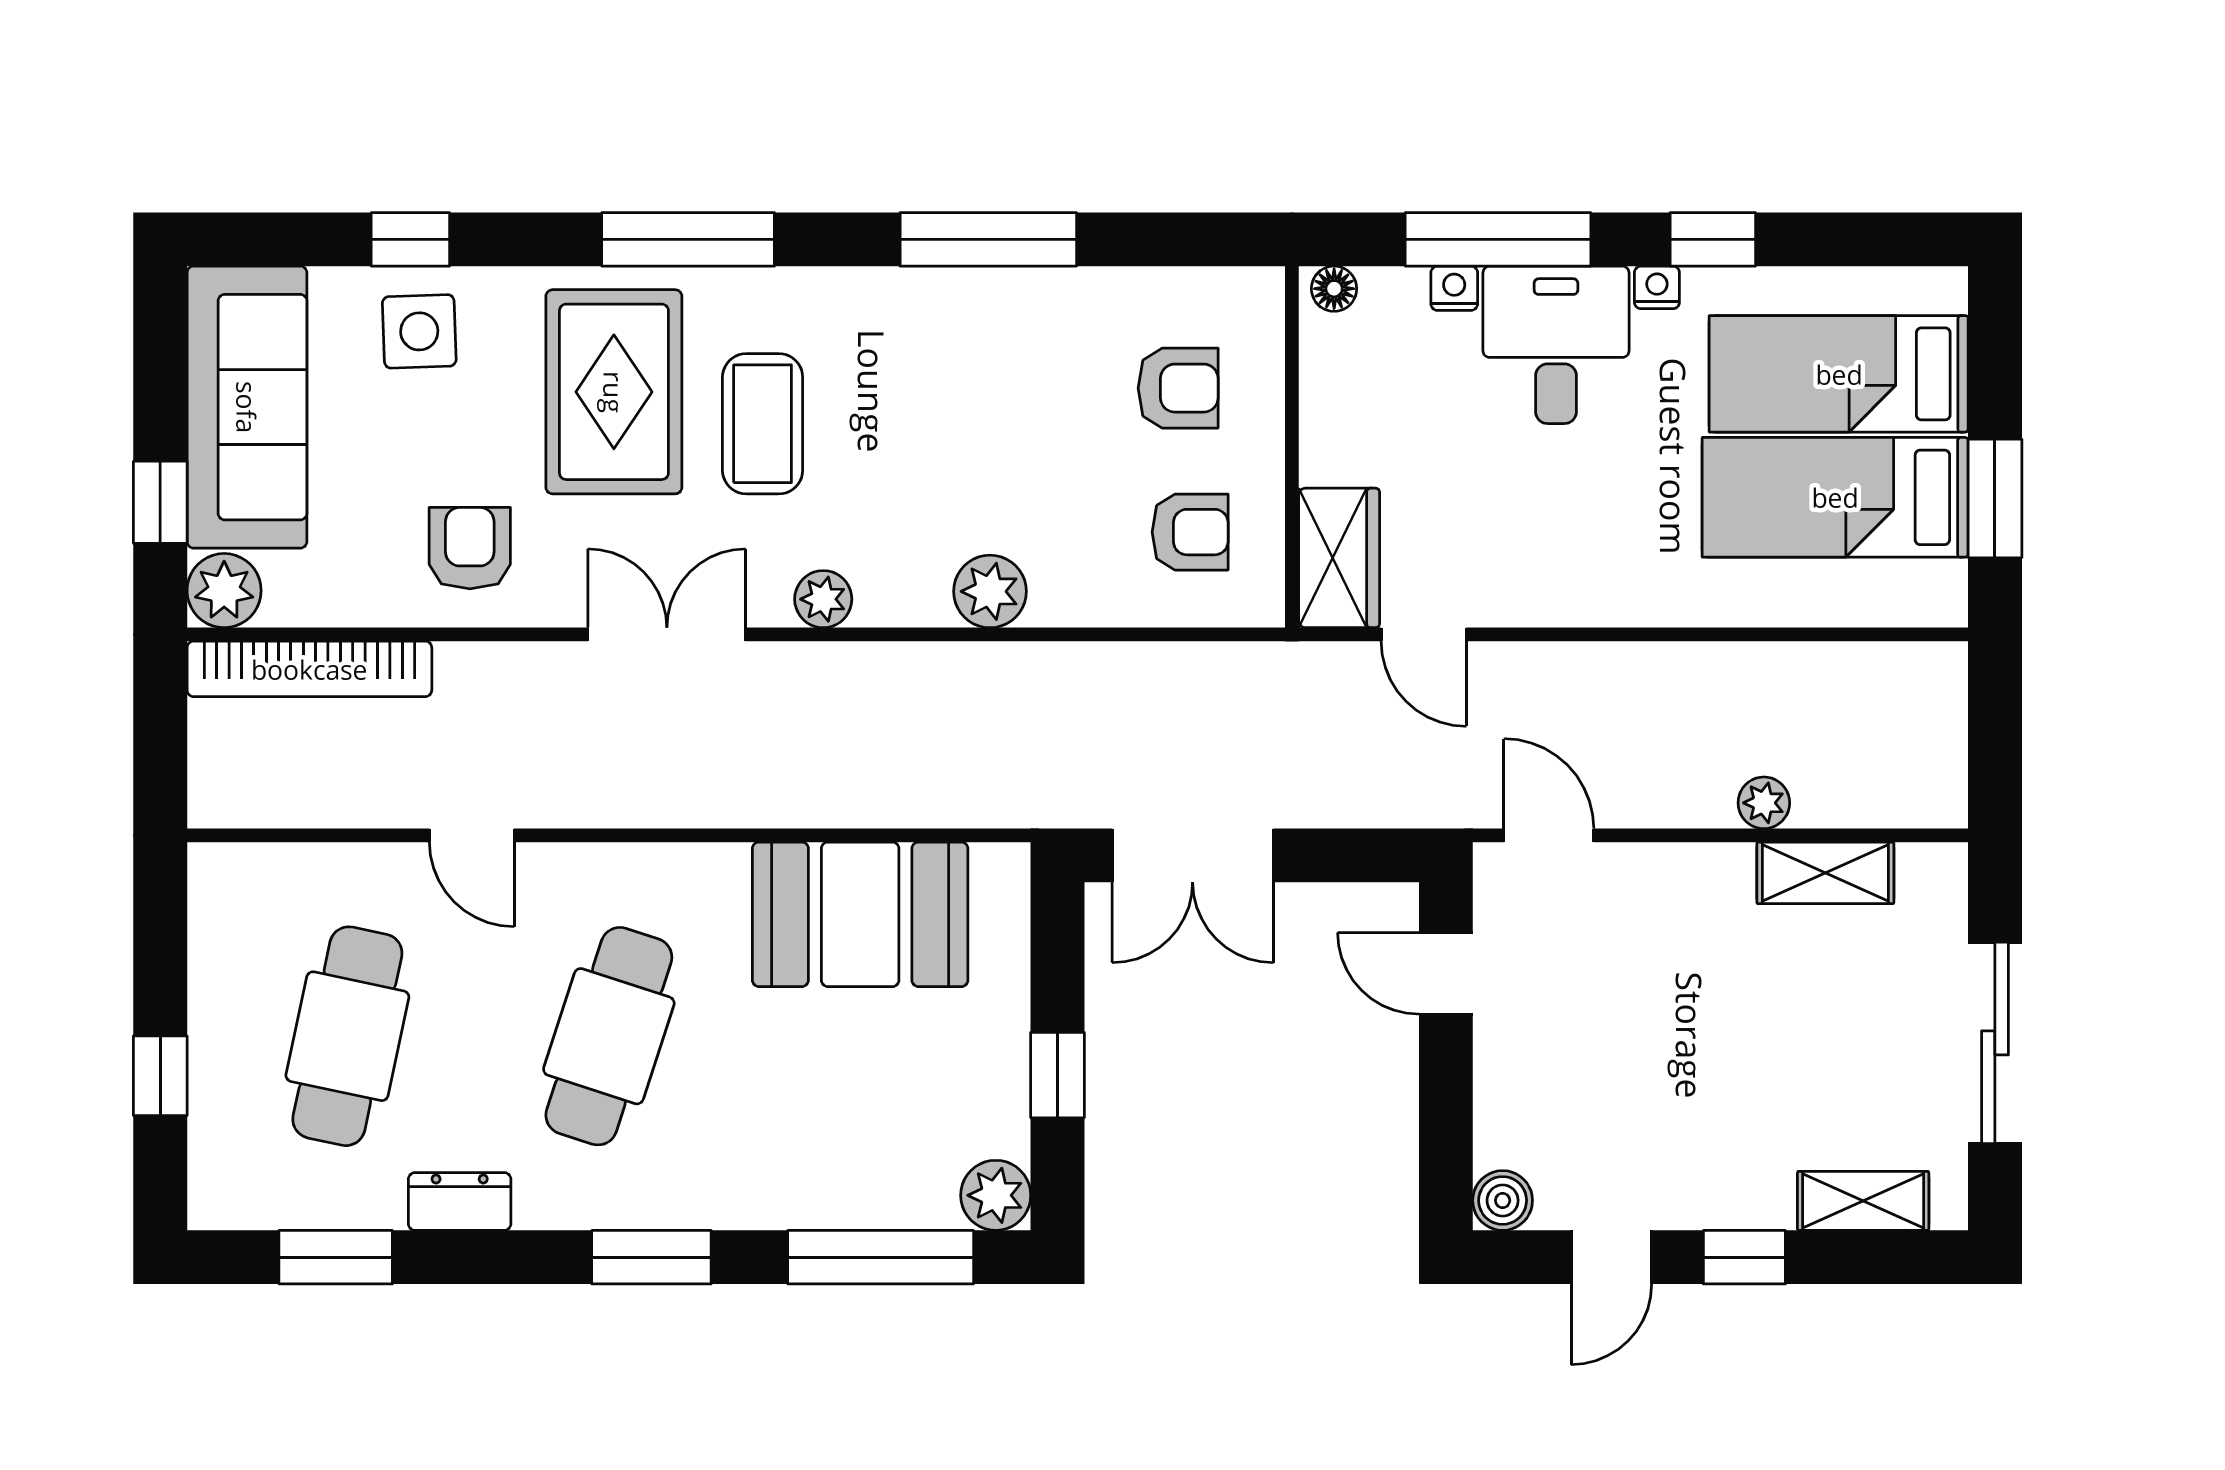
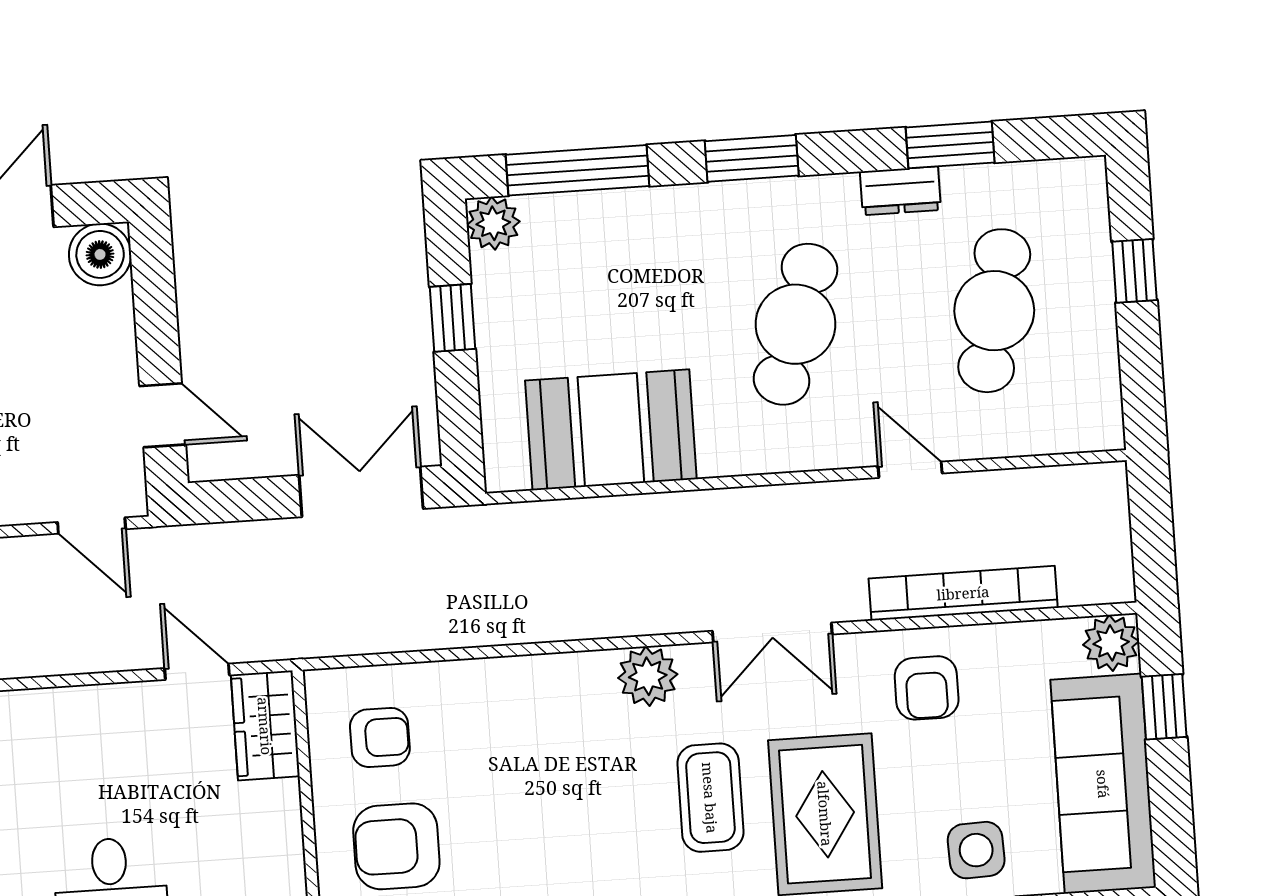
armchair: (1178, 388) -> (396, 846), width x1.38, depth x1.38
armchair: (1190, 532) -> (380, 737), turned 180
plant: (990, 591) -> (529, 682), removed
plant: (823, 599) -> (648, 676), width x1.38, depth x1.38
bookcase: (309, 669) -> (963, 593), moved
boiler: (1503, 1200) -> (100, 254), width x1.36, depth x1.36
window: (336, 1257) -> (950, 145), moved

